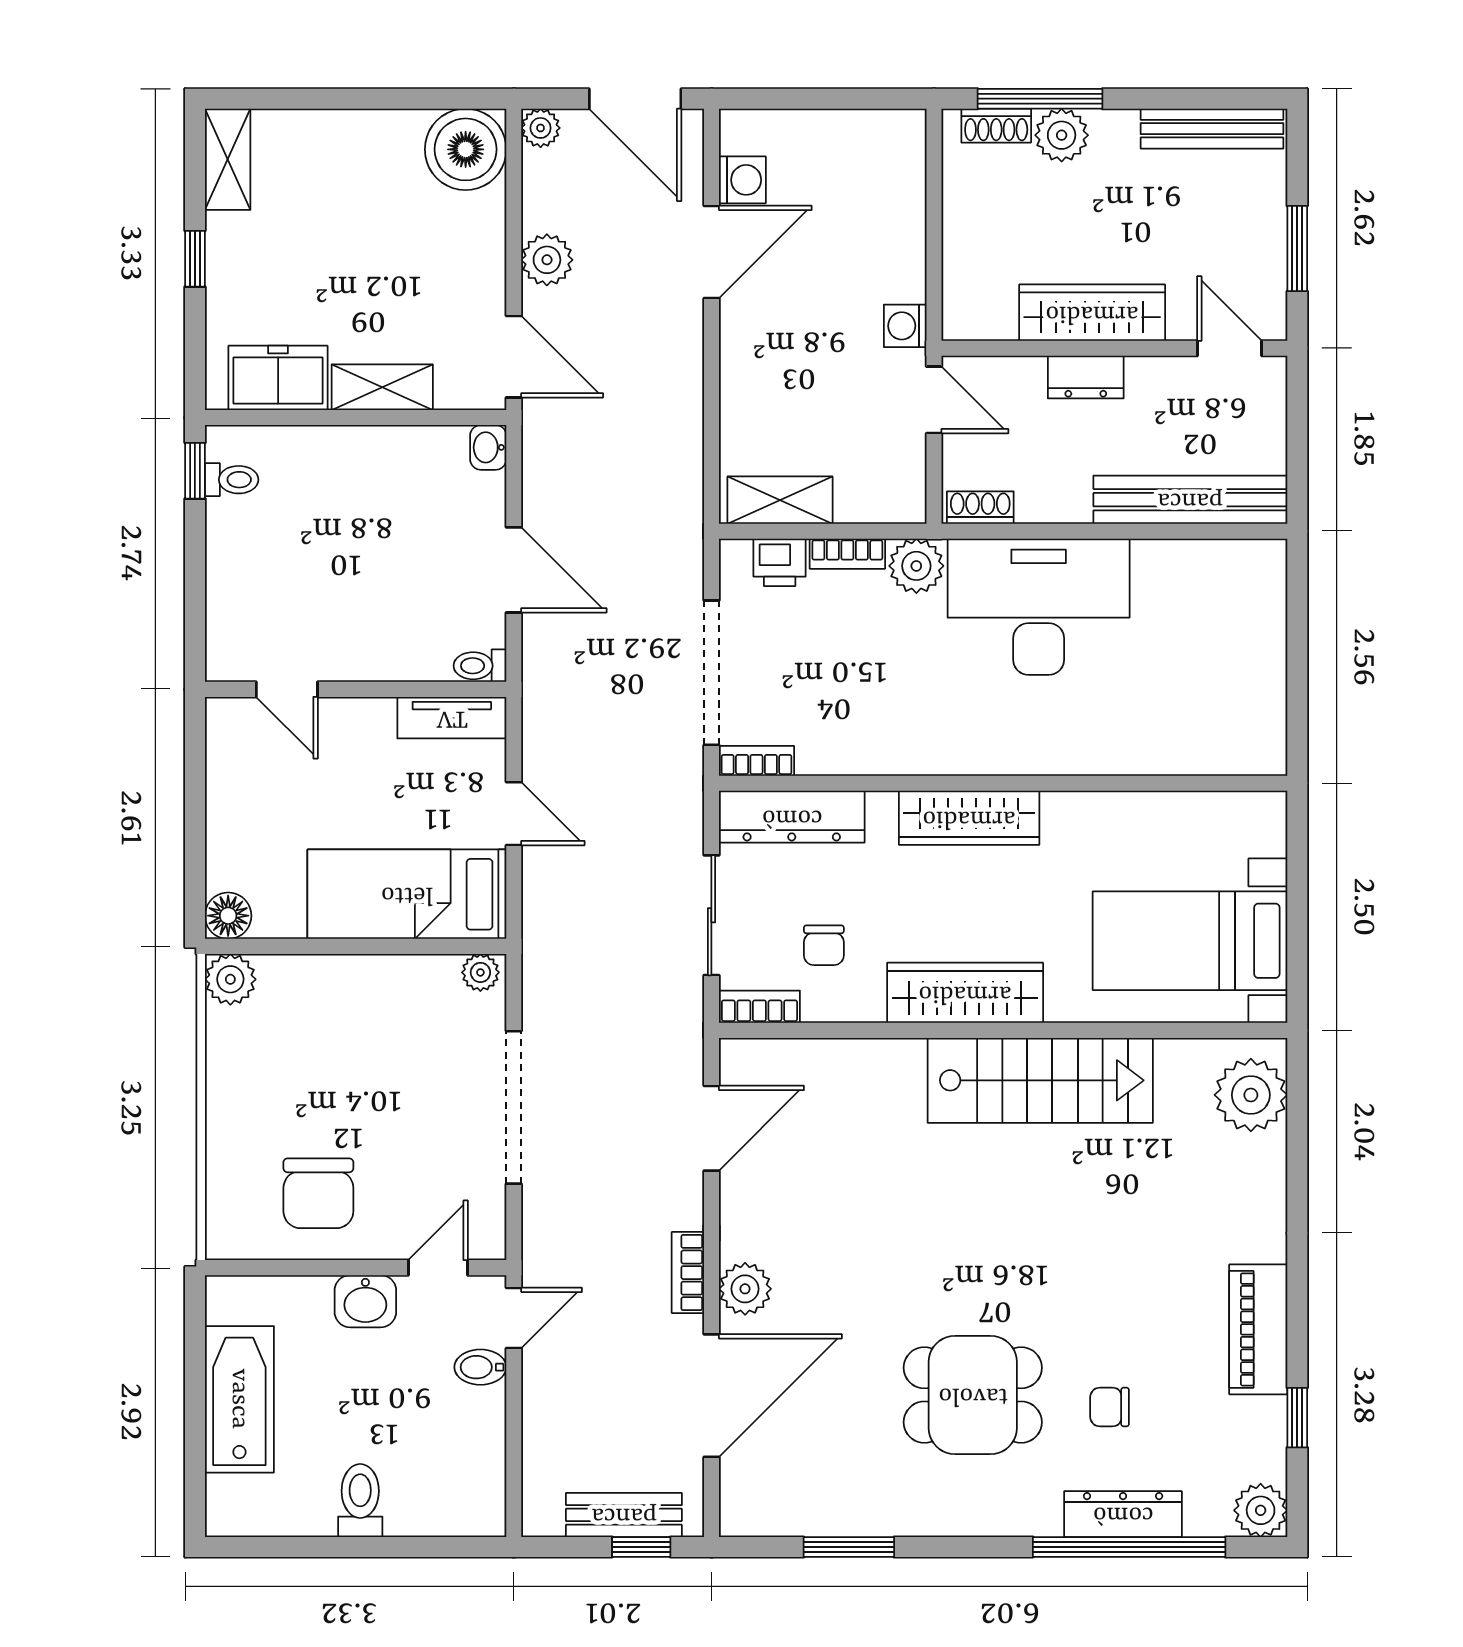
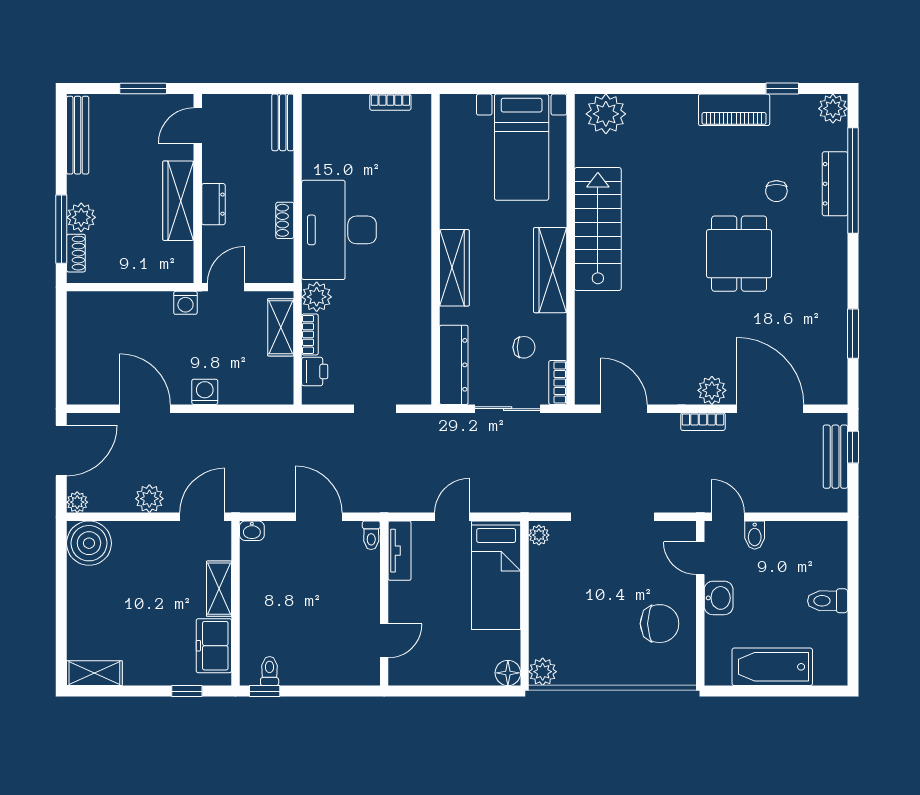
washing machine: (742, 180) -> (205, 392), moved
window: (195, 259) -> (187, 691), moved
shelving: (780, 500) -> (281, 327), moved
bench: (1190, 500) -> (283, 122), width x0.54, depth x0.82
shoe rack: (980, 508) -> (285, 220), moved
door: (514, 570) -> (319, 517), hinge flipped
doorway: (711, 673) -> (375, 409), width x0.53
bookcase: (756, 761) -> (390, 102), moved, turned -90
dining table: (973, 1395) -> (739, 254), moved

